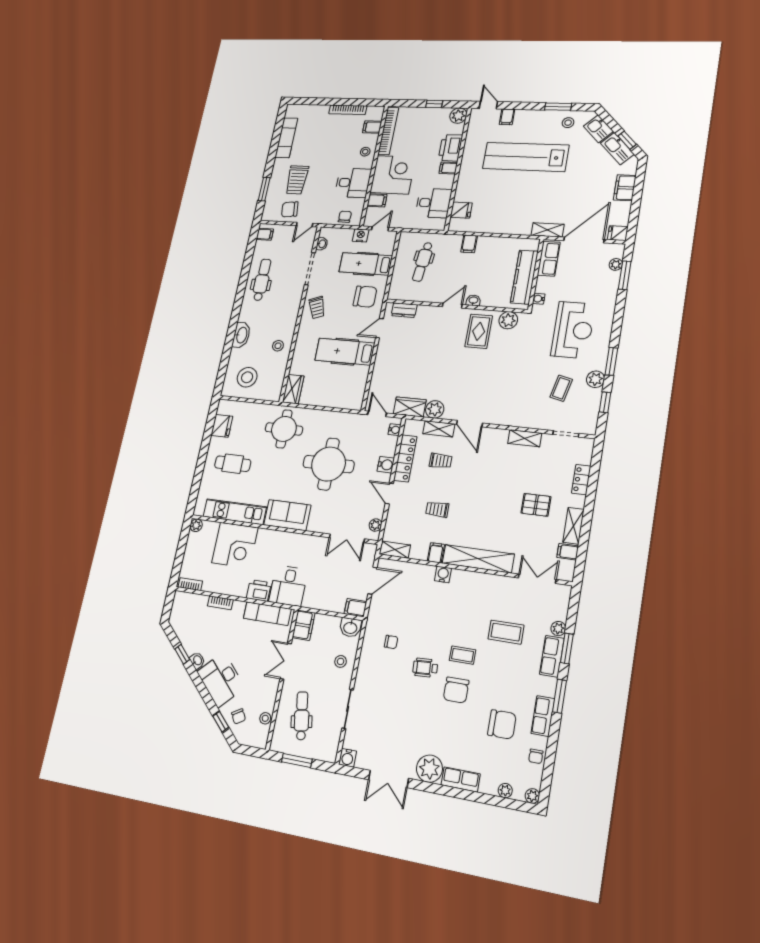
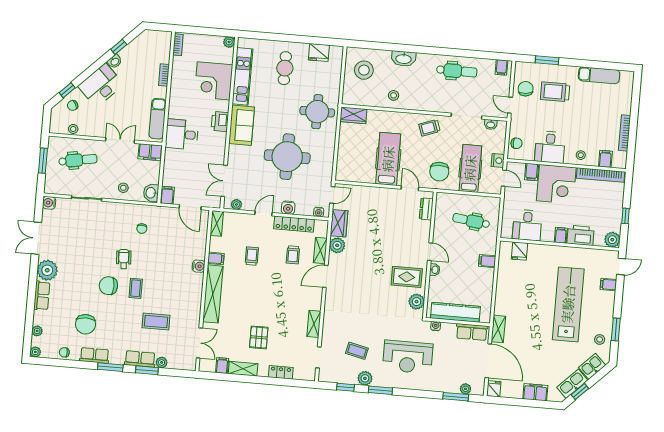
printer: (259, 590) -> (220, 121), moved, turned 180
coffee table: (506, 632) -> (156, 322), turned 90

